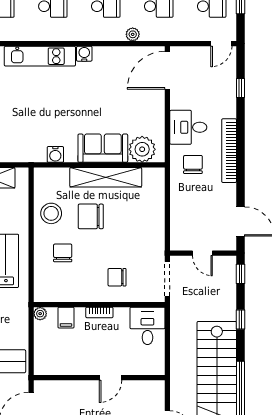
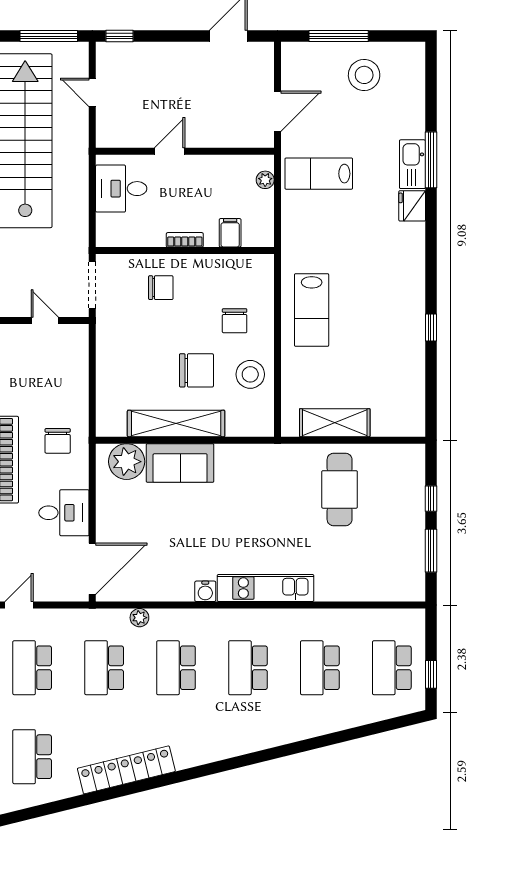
desk: (188, 127) -> (64, 513), moved
water cooler: (55, 154) -> (245, 454), removed
plant: (40, 314) -> (265, 180), moved
desk: (147, 326) -> (121, 189), moved, turned 90

